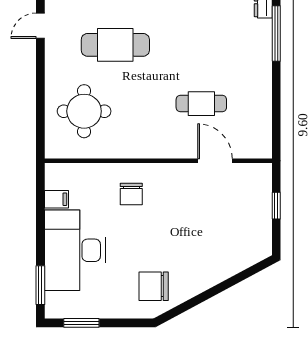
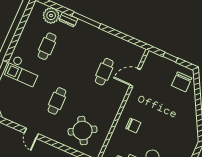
cafe table: (115, 45) -> (57, 101), width x0.73, depth x0.74
round table: (84, 111) -> (83, 131), turned -30
chair: (154, 286) -> (182, 82), moved

